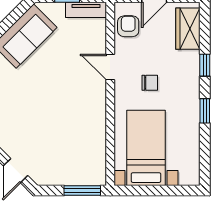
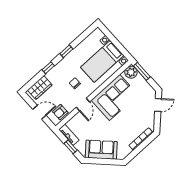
corner sofa: (81, 120) -> (115, 97), added
plant: (95, 174) -> (131, 72), added

